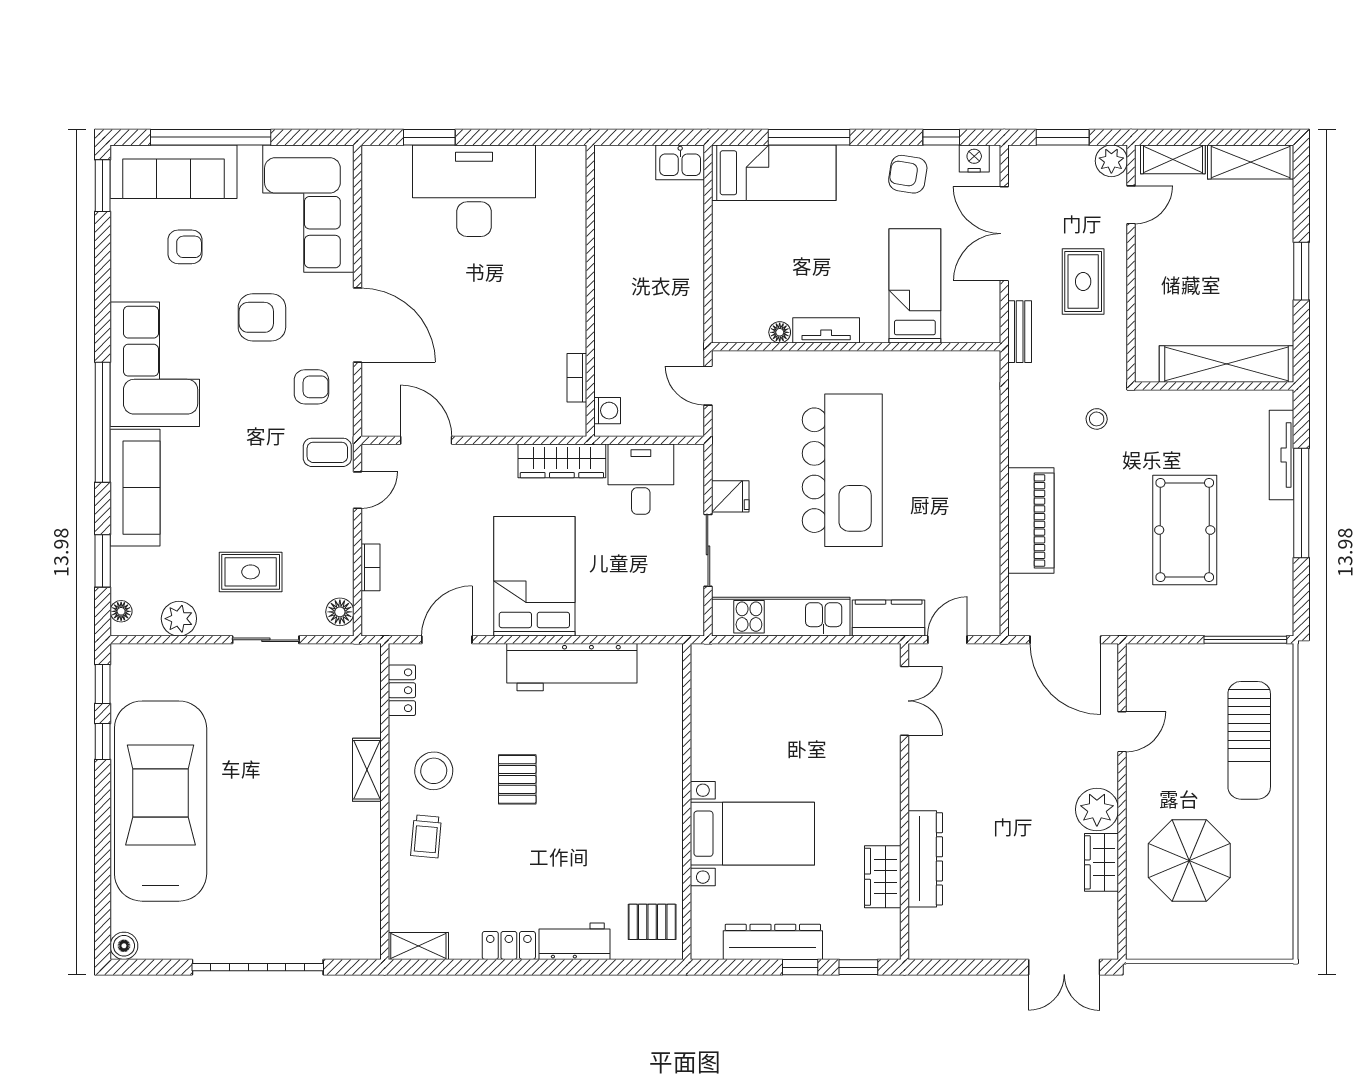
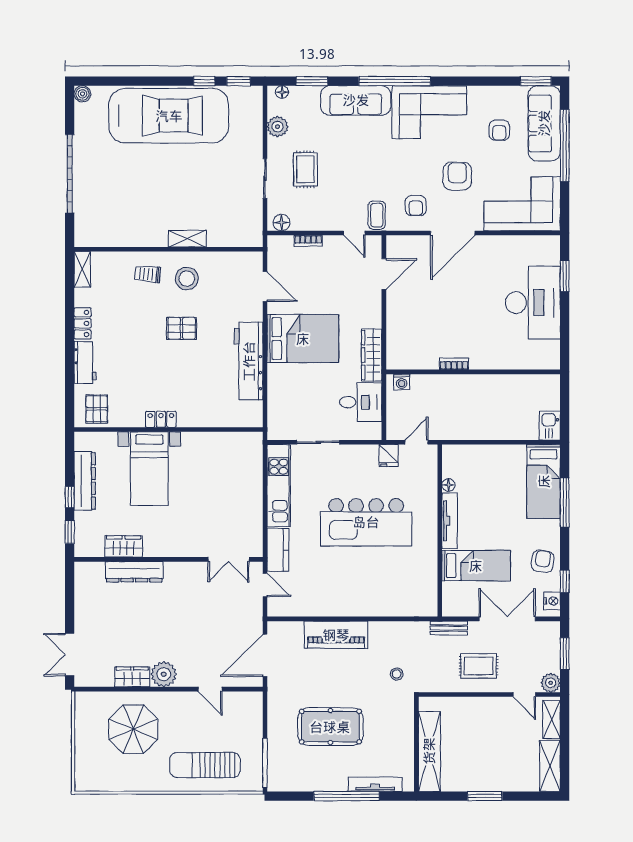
tv unit: (826, 330) -> (450, 521), width x1.41
bookcase: (577, 378) -> (454, 364), moved
fridge: (730, 496) -> (389, 455), moved
locker: (402, 690) -> (161, 419), moved, turned 180

